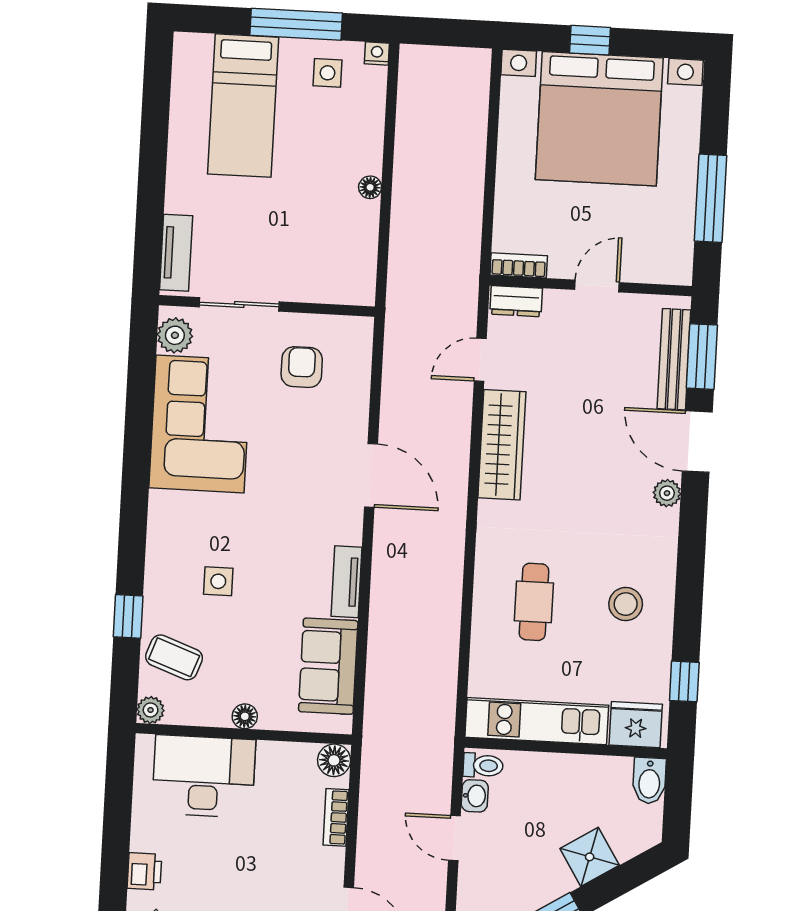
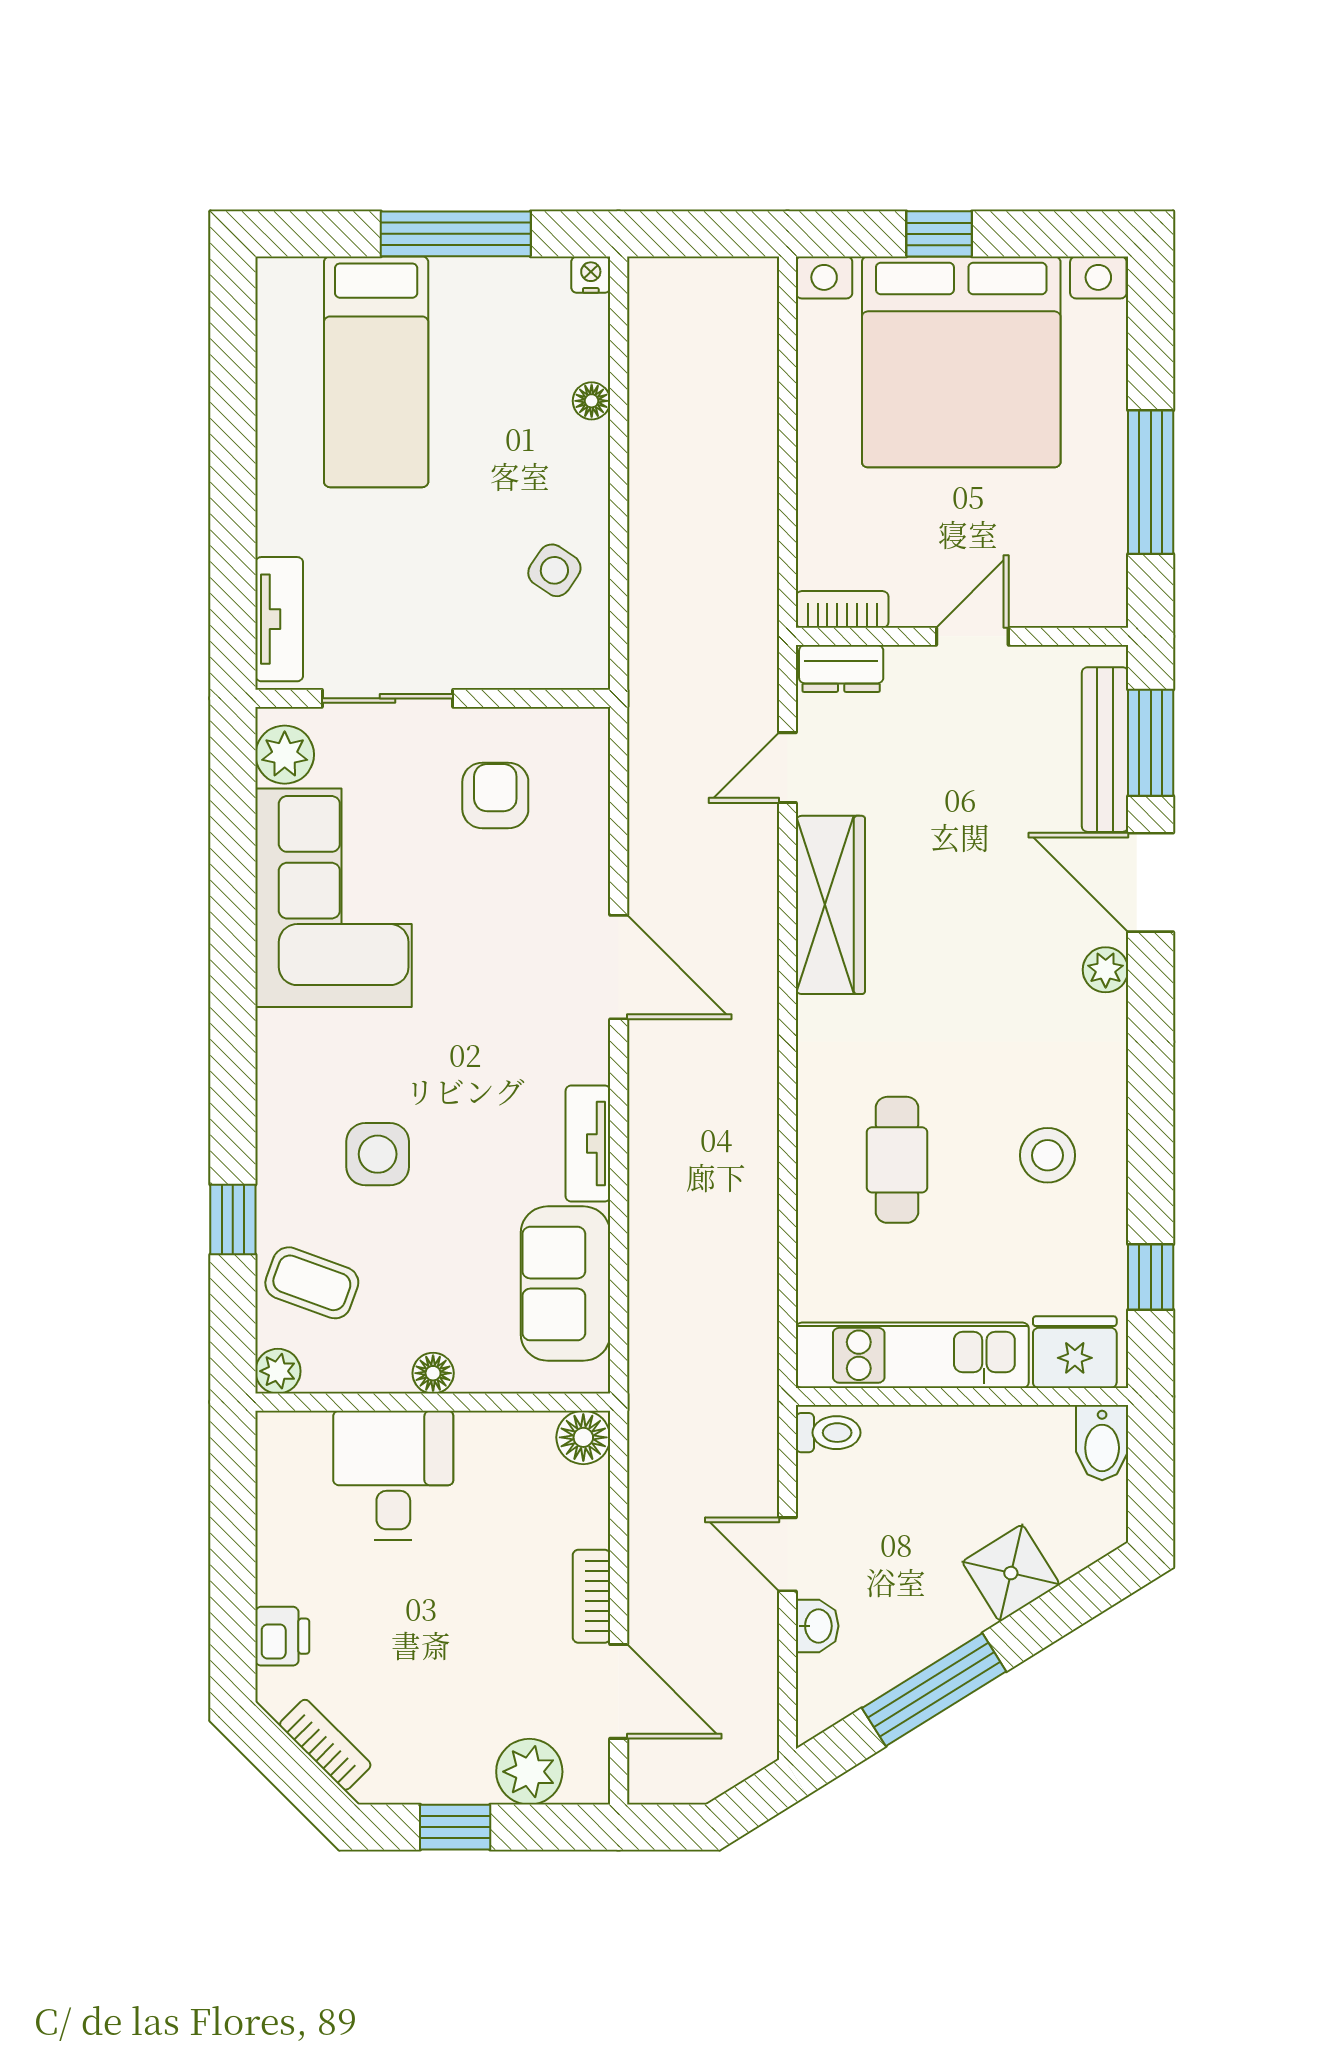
side table: (328, 73) -> (554, 570), moved, turned 34
floor lamp: (370, 187) -> (592, 401), moved
side table: (218, 581) -> (378, 1154), width x1.37, depth x1.37
desk: (204, 776) -> (393, 1475), width x0.73
washbasin: (475, 796) -> (817, 1626), moved
bookcase: (336, 817) -> (592, 1596), moved

